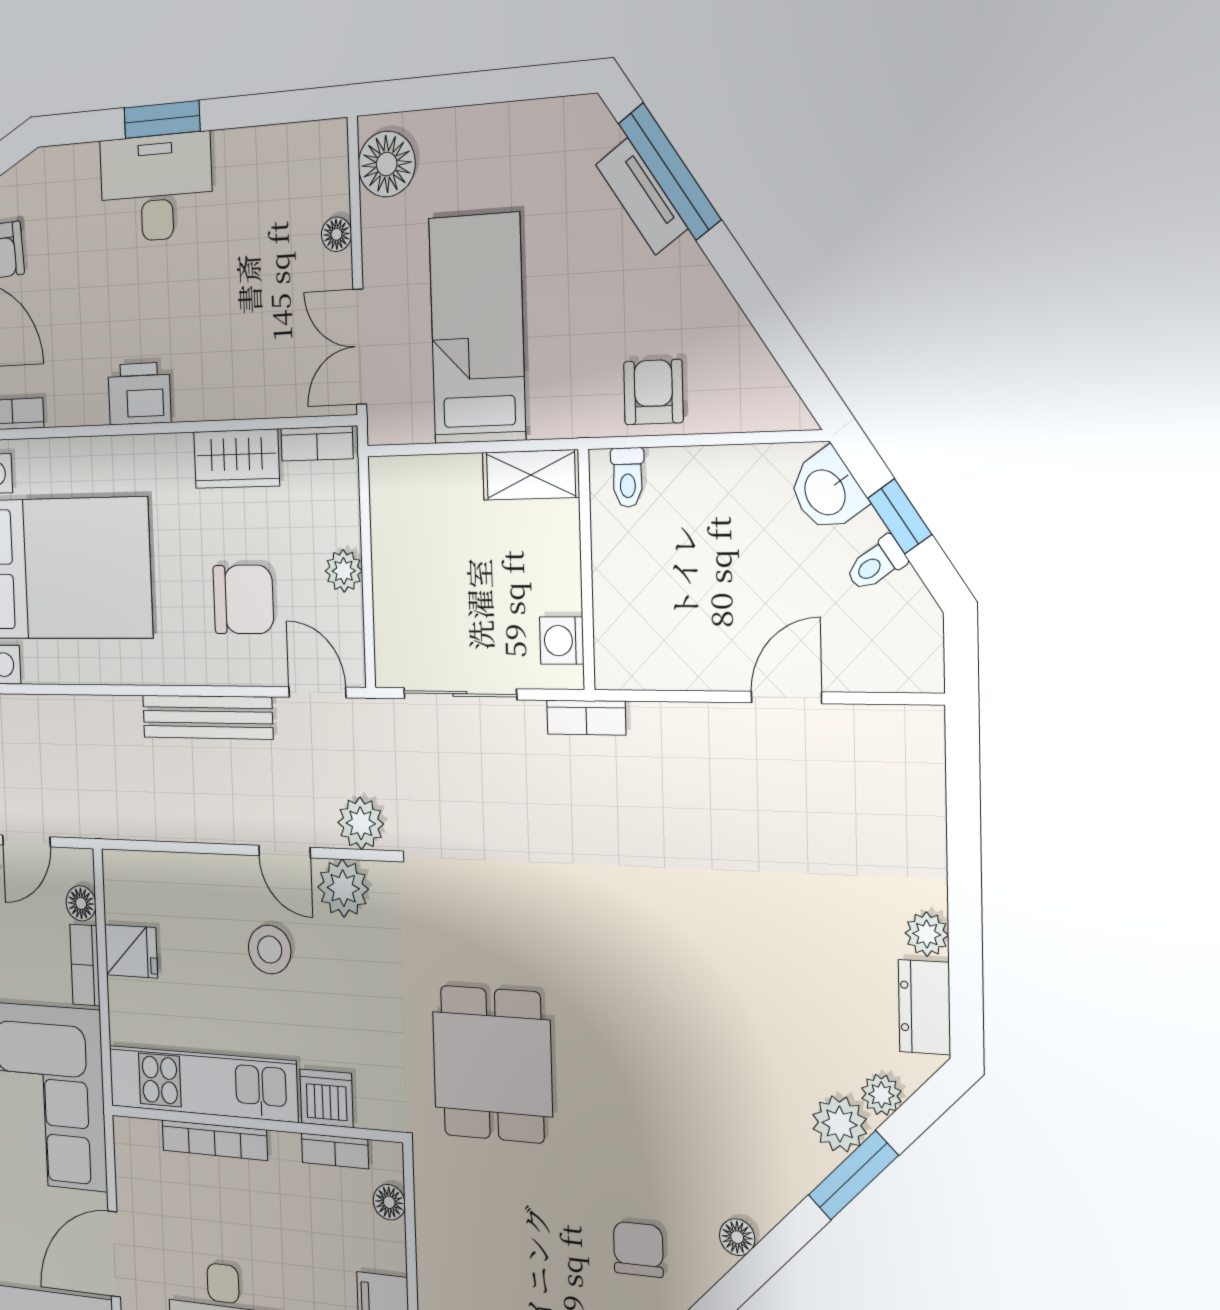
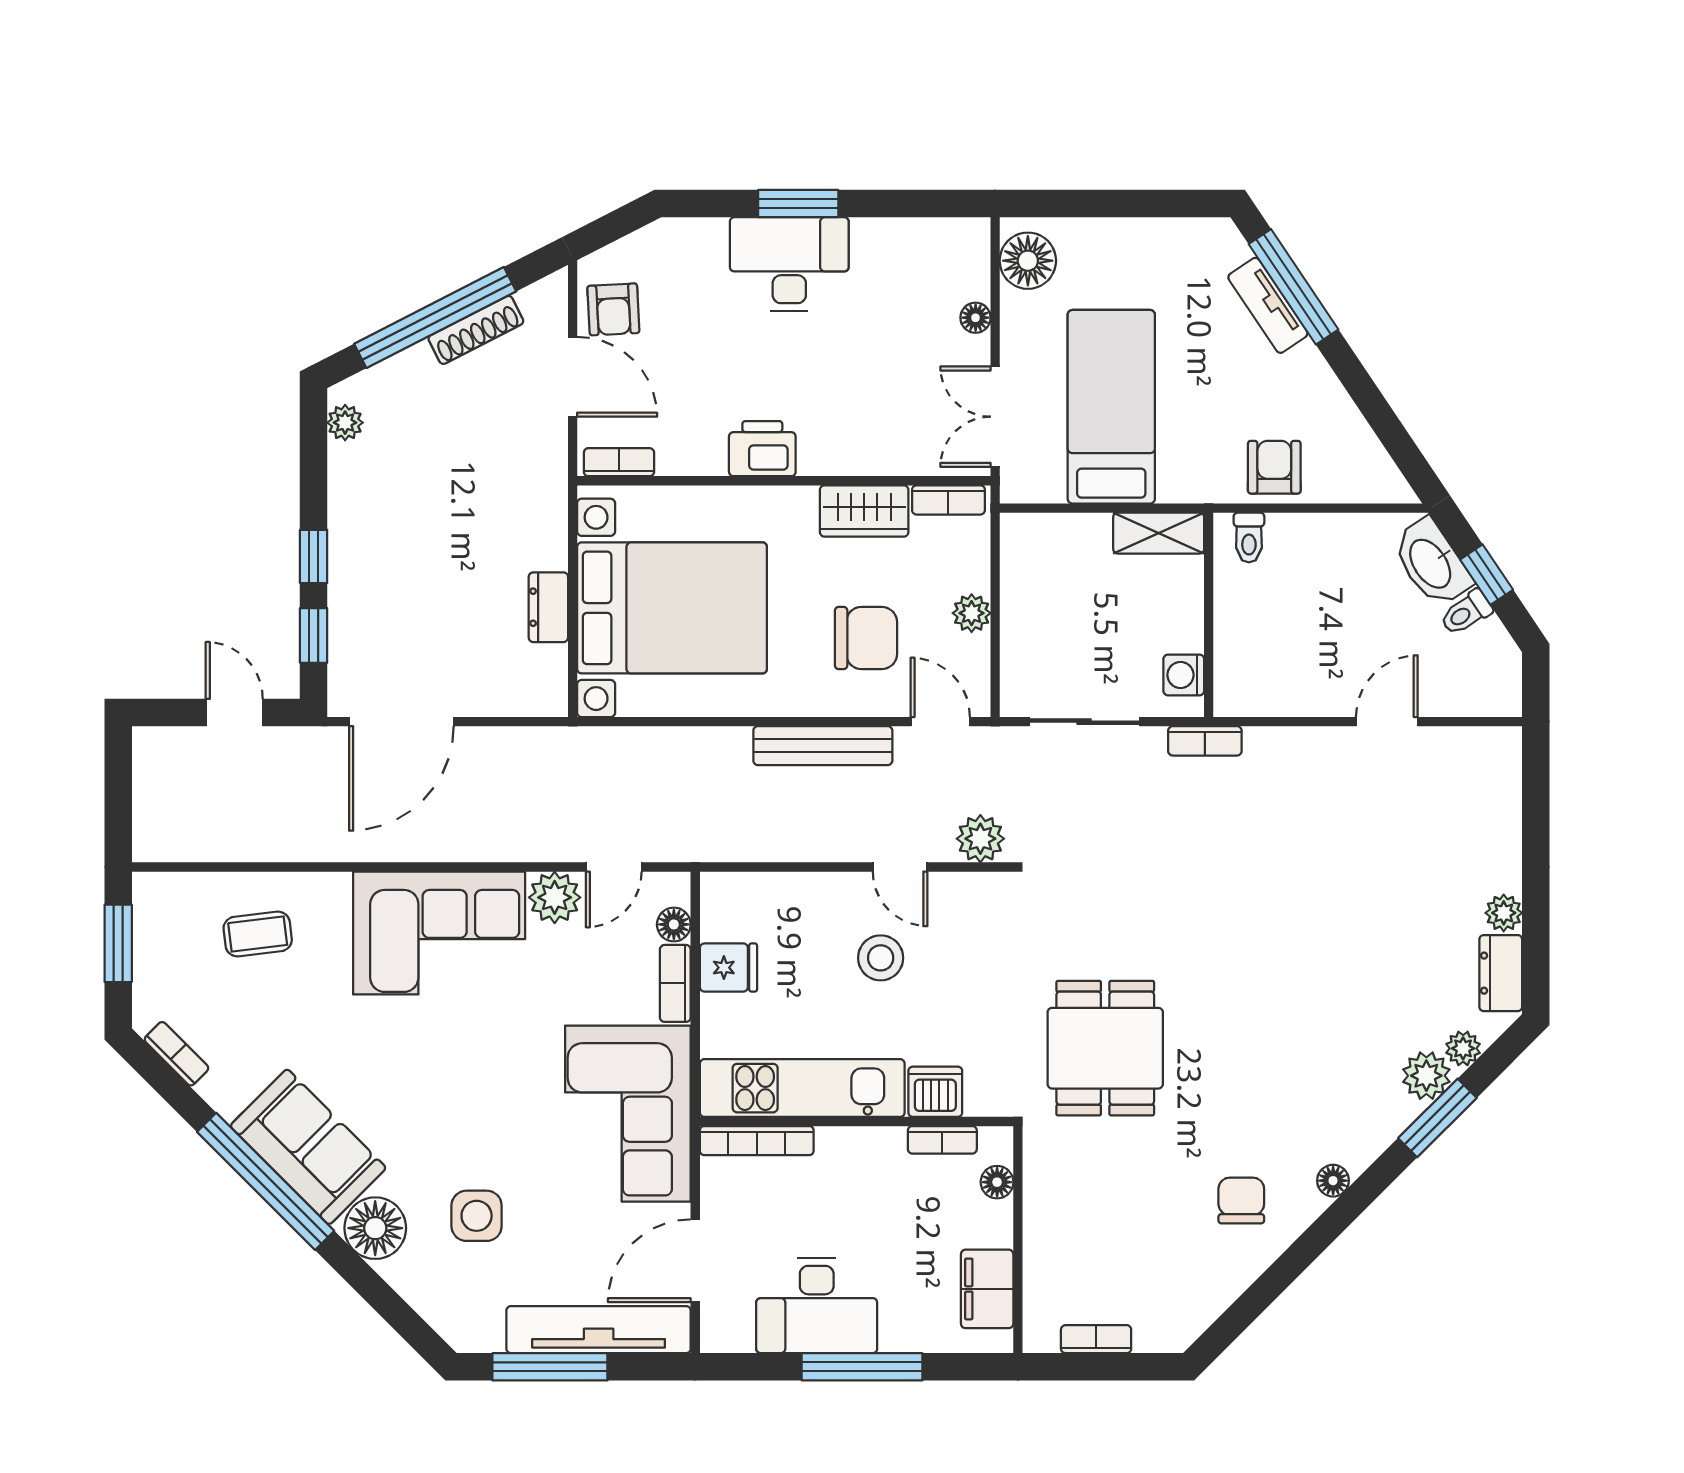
washbasin: (826, 491) -> (1431, 563), width x1.38
plant: (343, 888) -> (960, 898), removed
bookcase: (214, 1140) -> (757, 1141), moved

